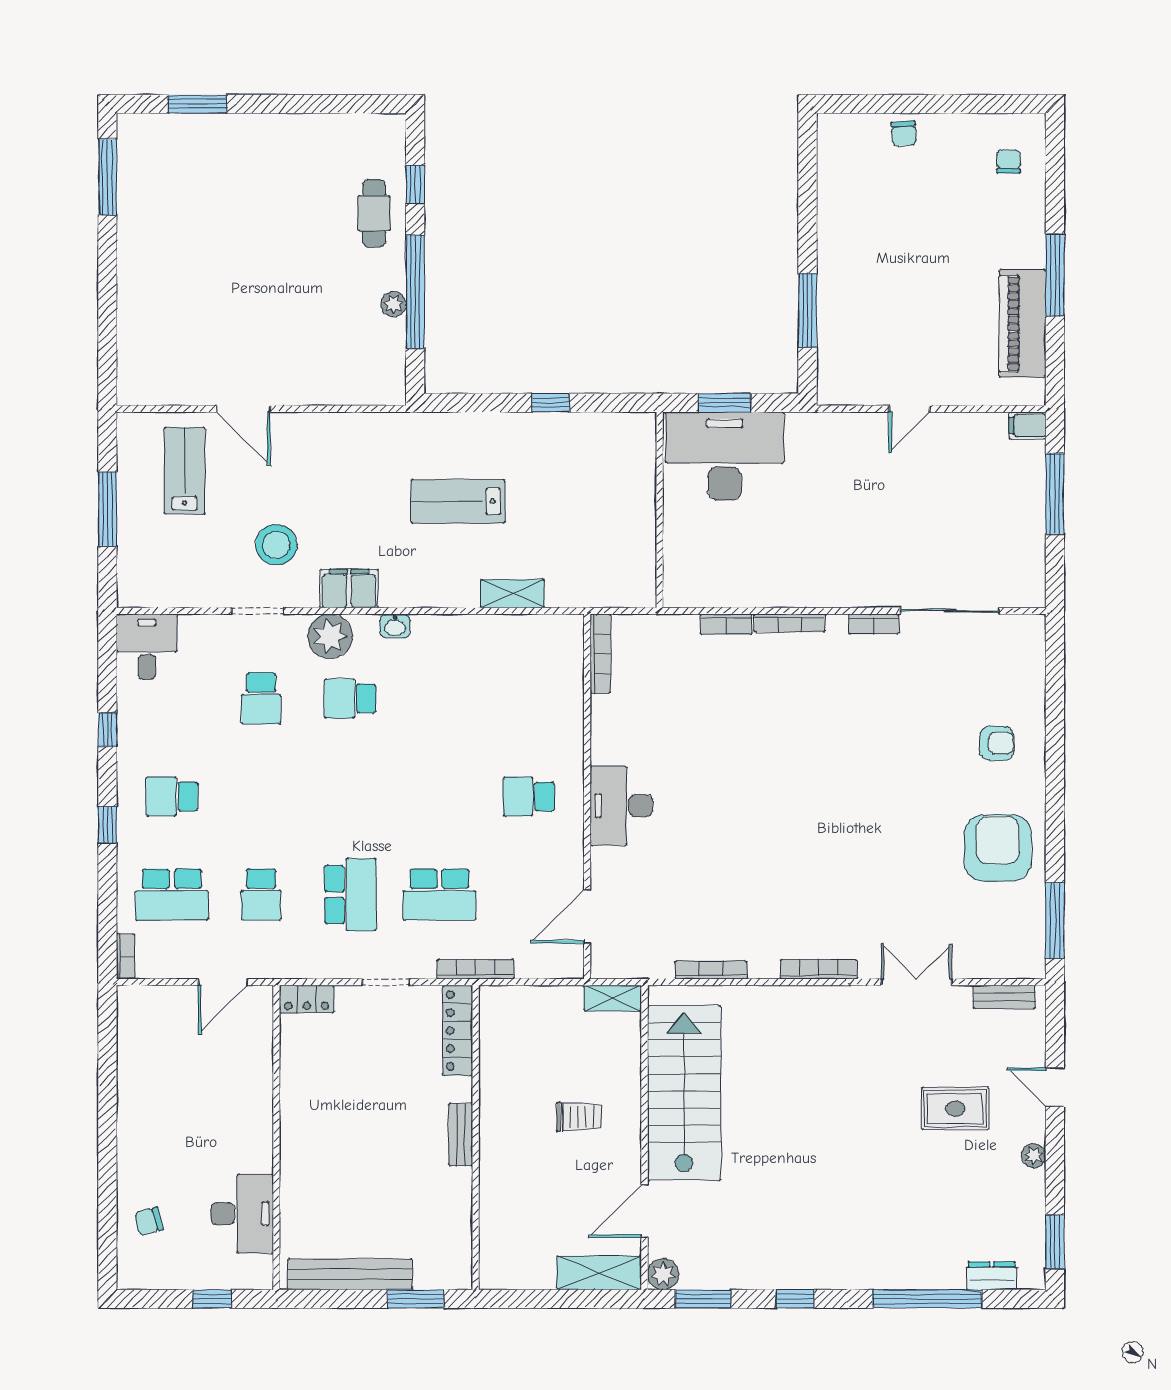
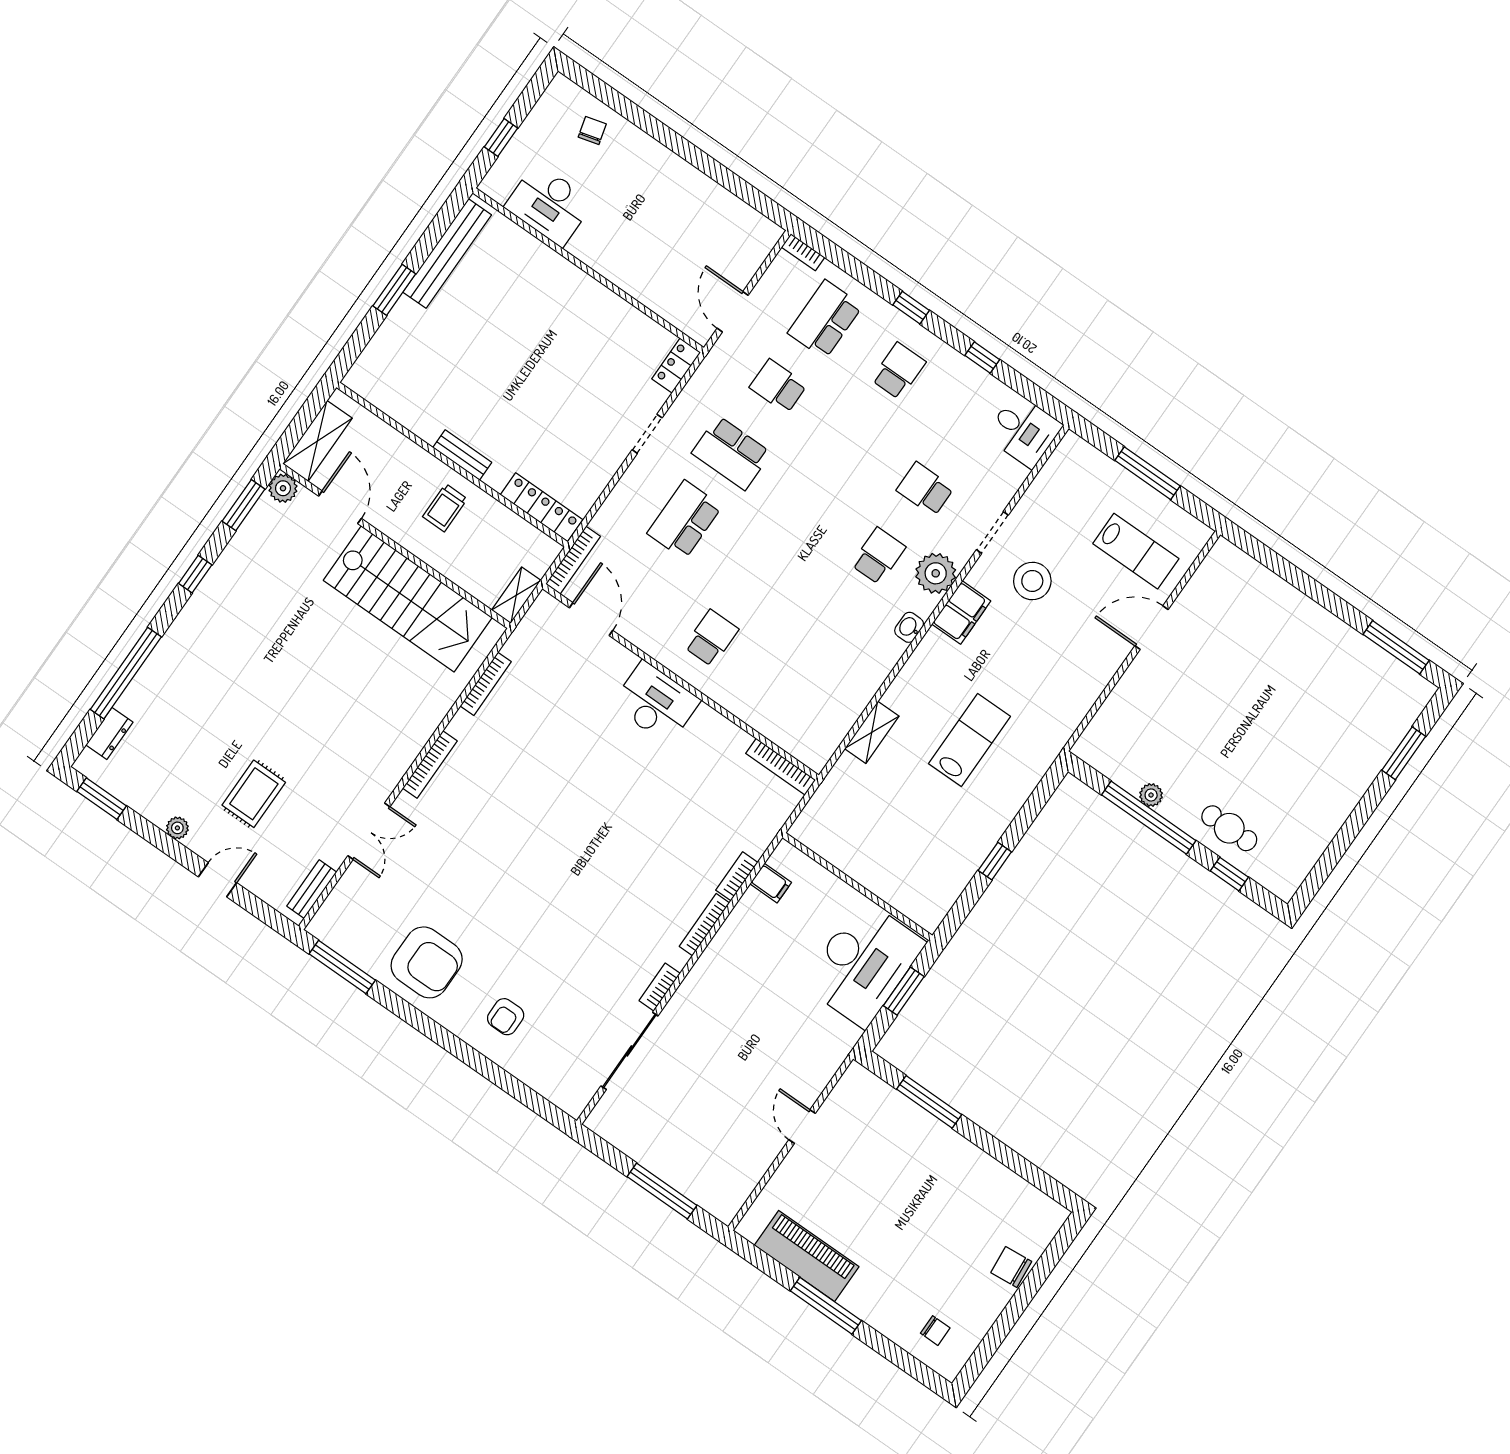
chair: (904, 133) -> (1011, 1267), width x1.37, depth x1.37
filing cabinet: (1028, 426) -> (771, 883), moved, turned 90
bookcase: (476, 969) -> (573, 560), moved
locker: (458, 1031) -> (541, 507), moved
bench: (461, 1134) -> (462, 455), moved
wall: (476, 1137) -> (452, 465), moved

